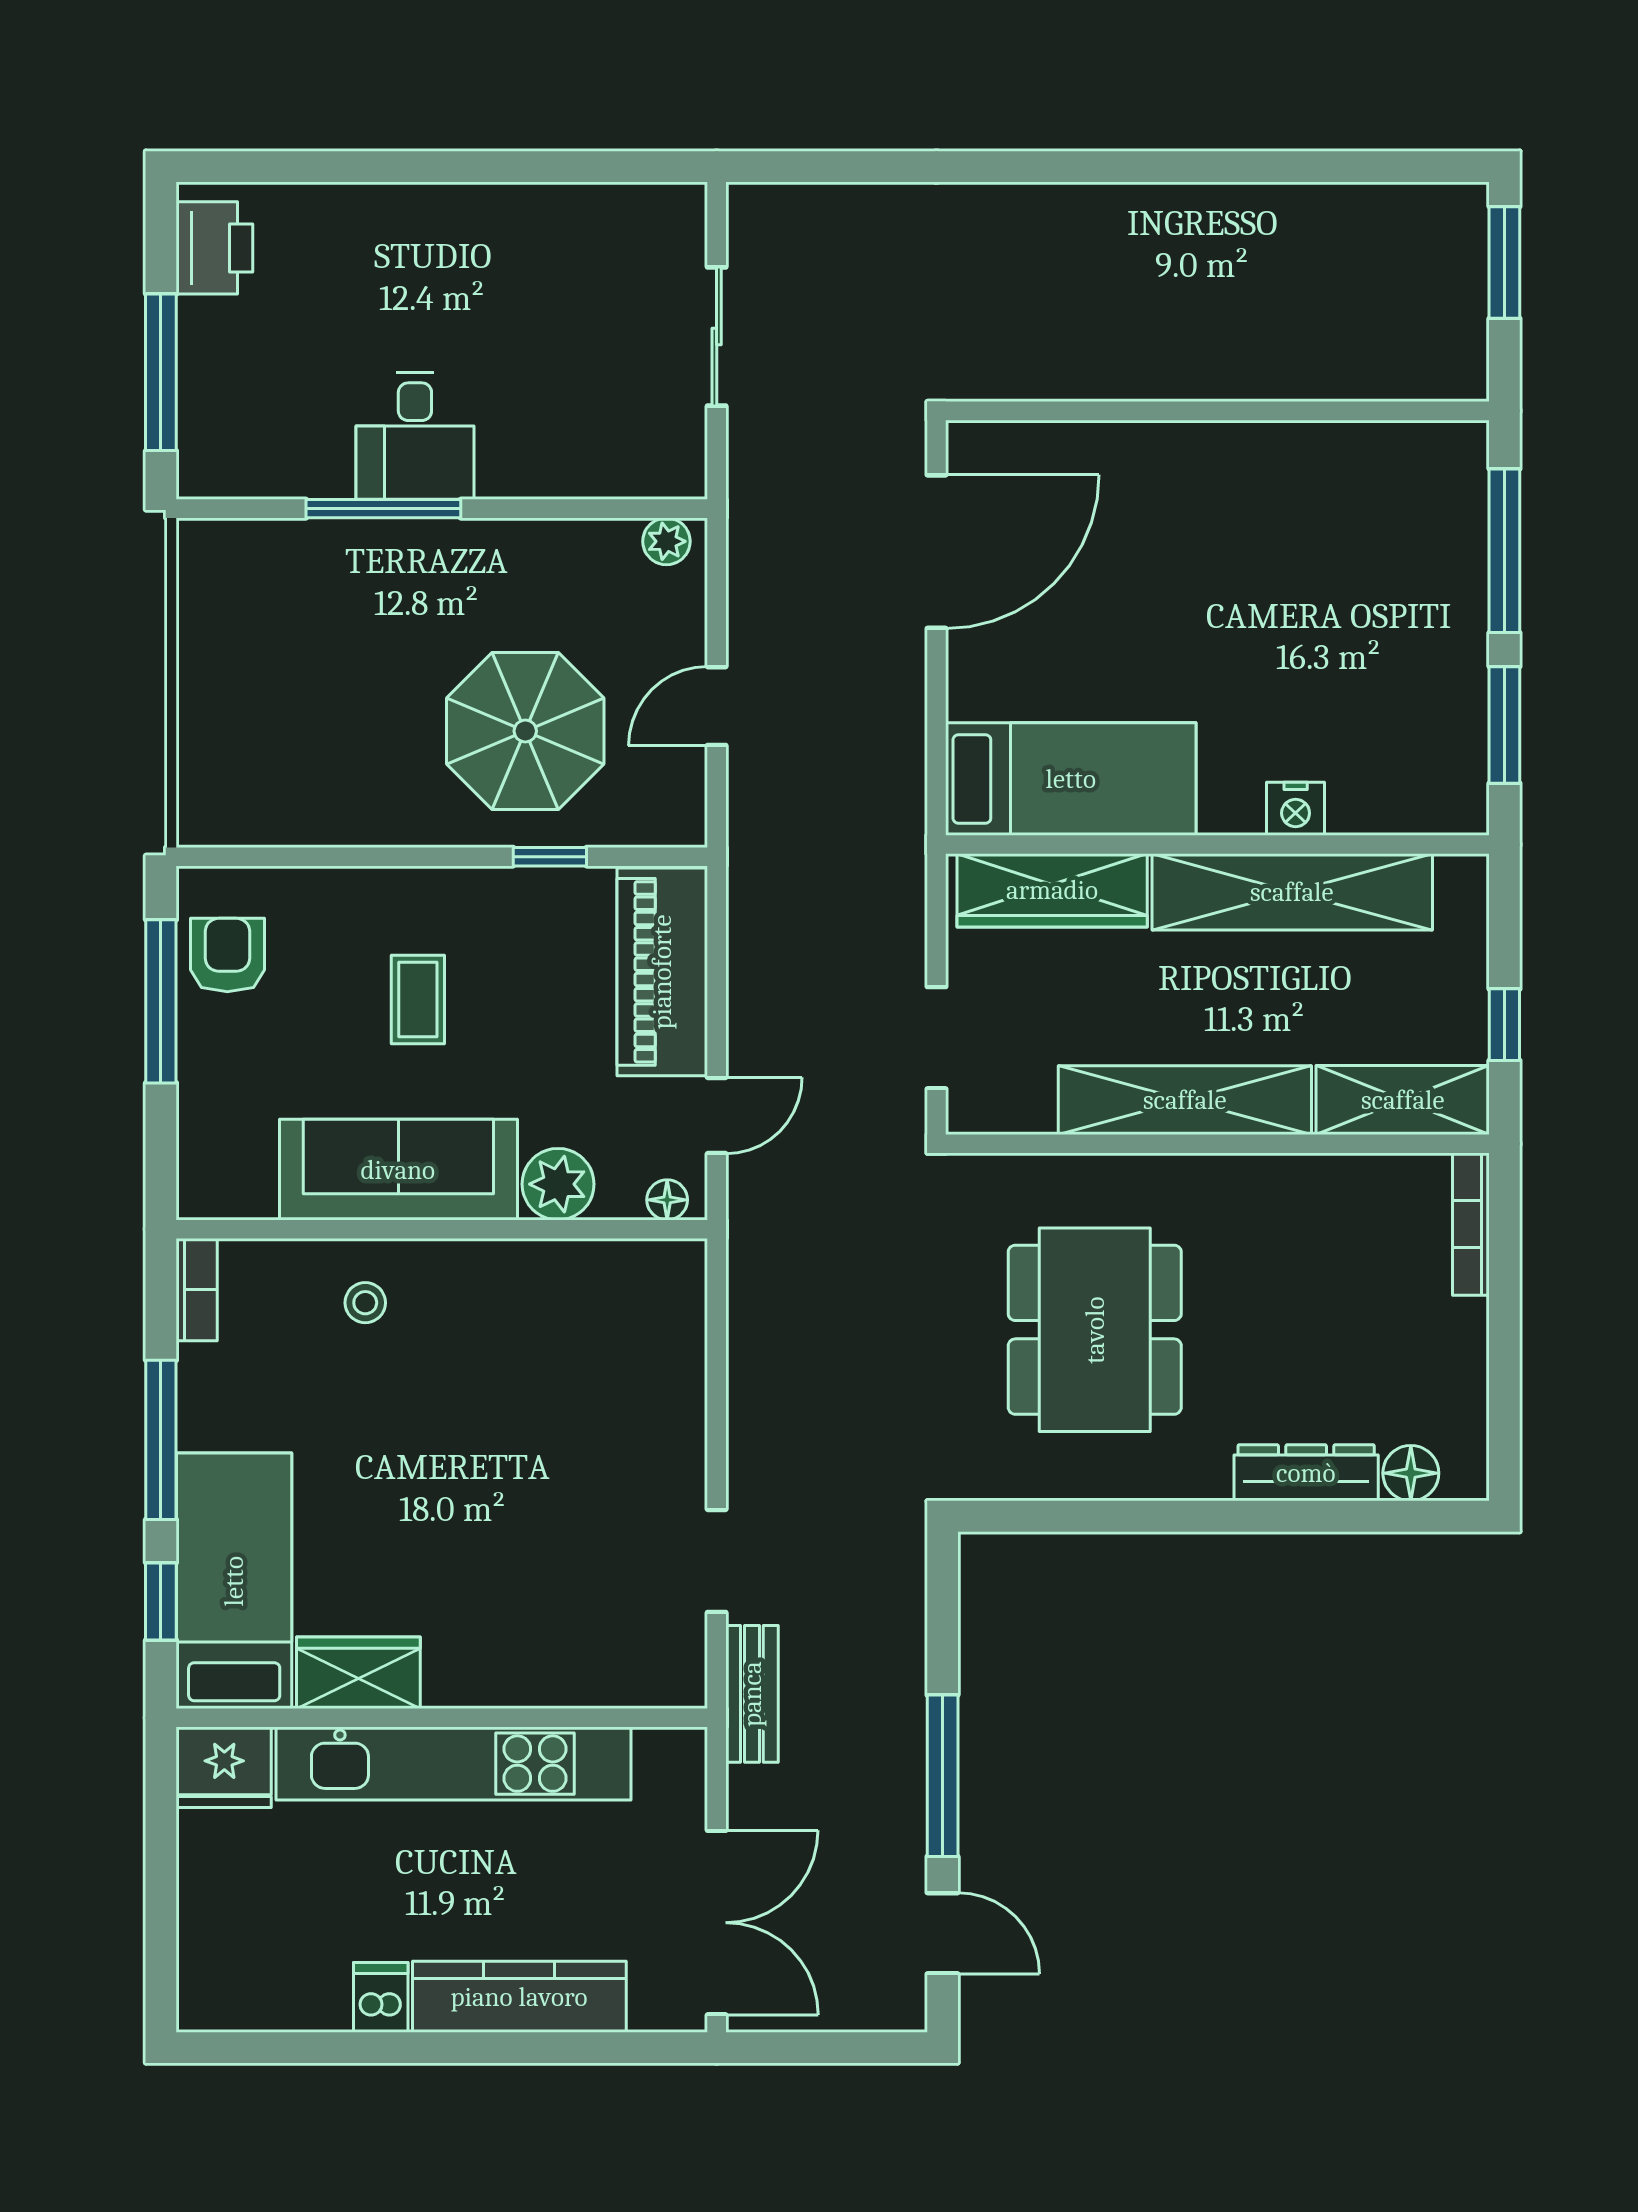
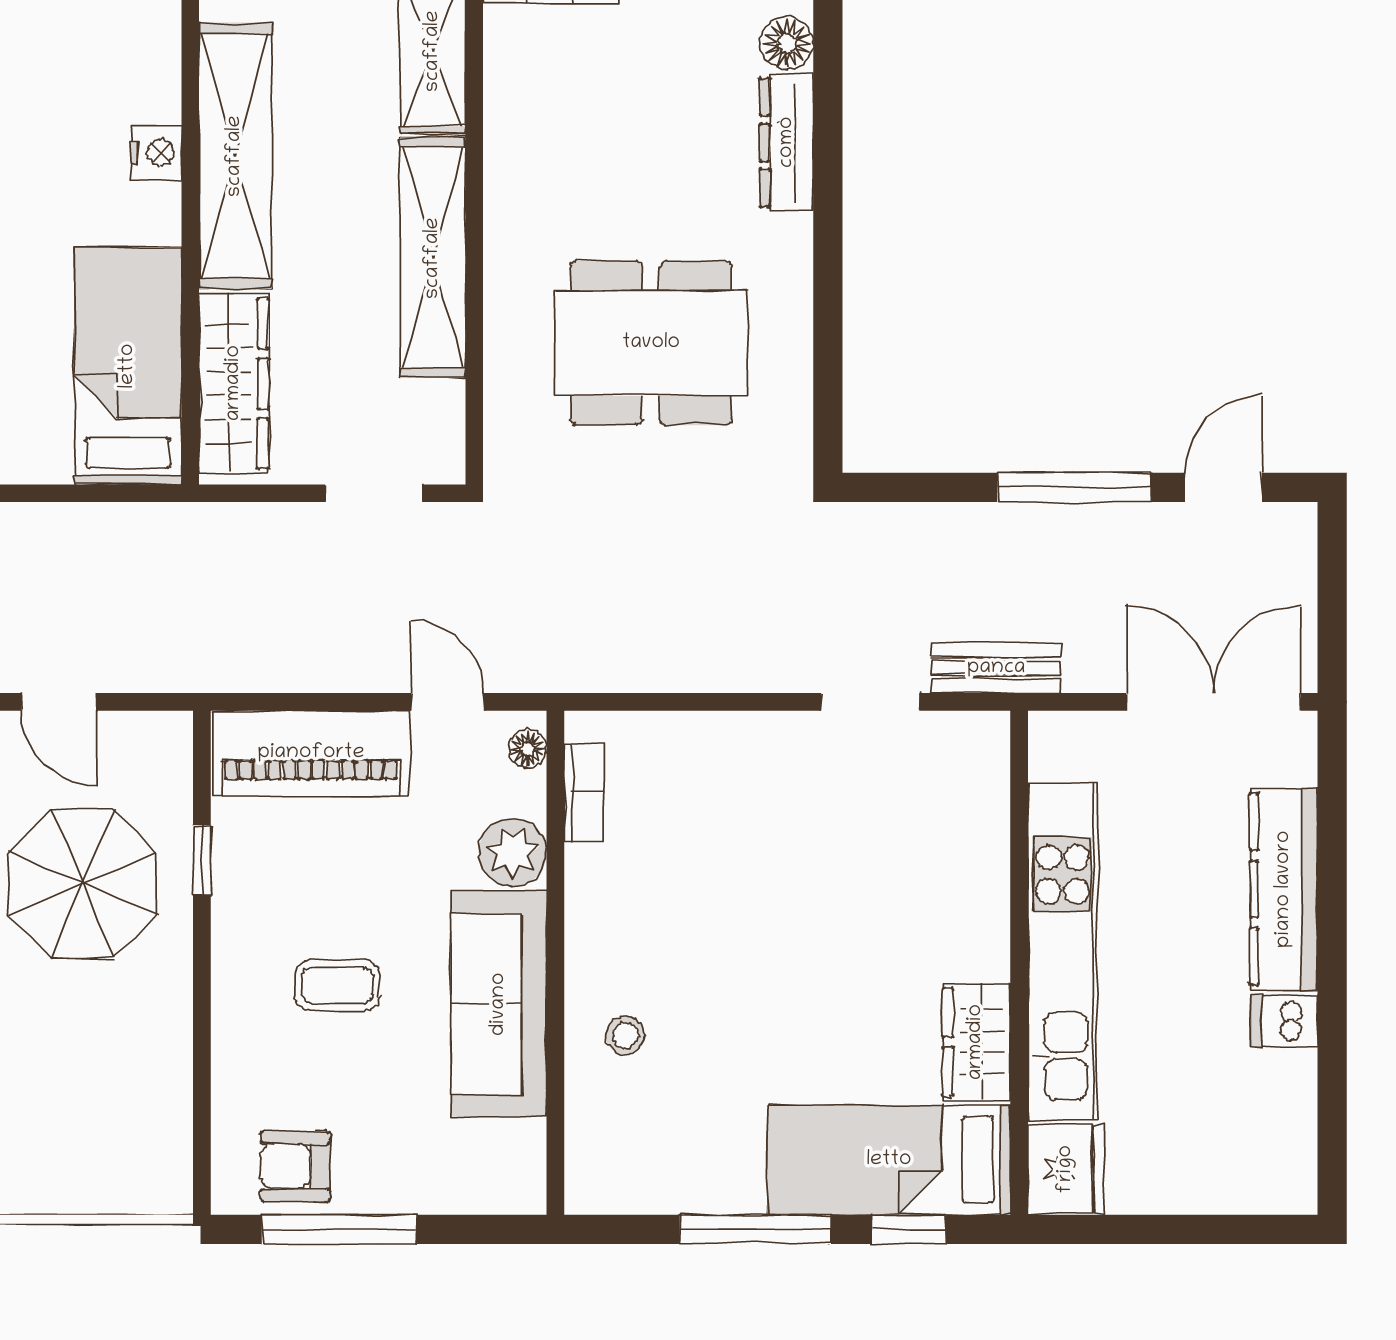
bookcase: (197, 1290) -> (584, 792), moved, turned 90

